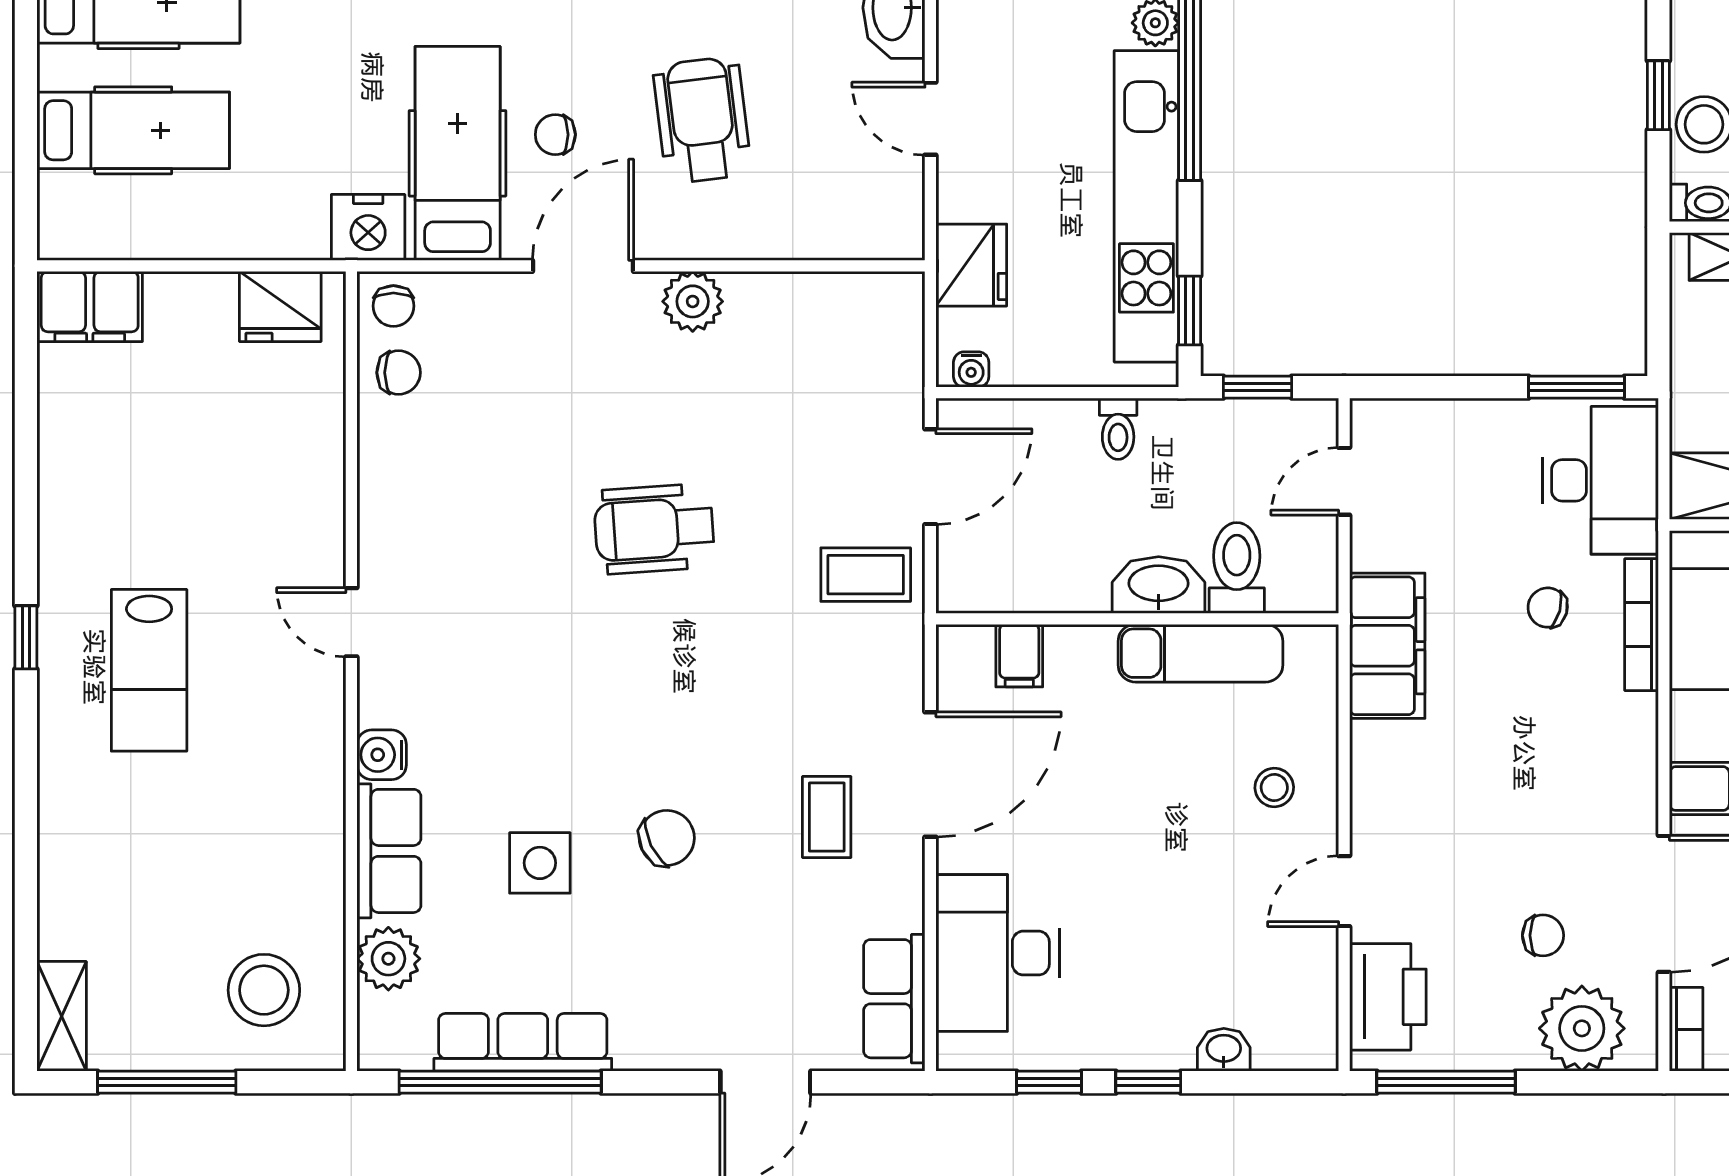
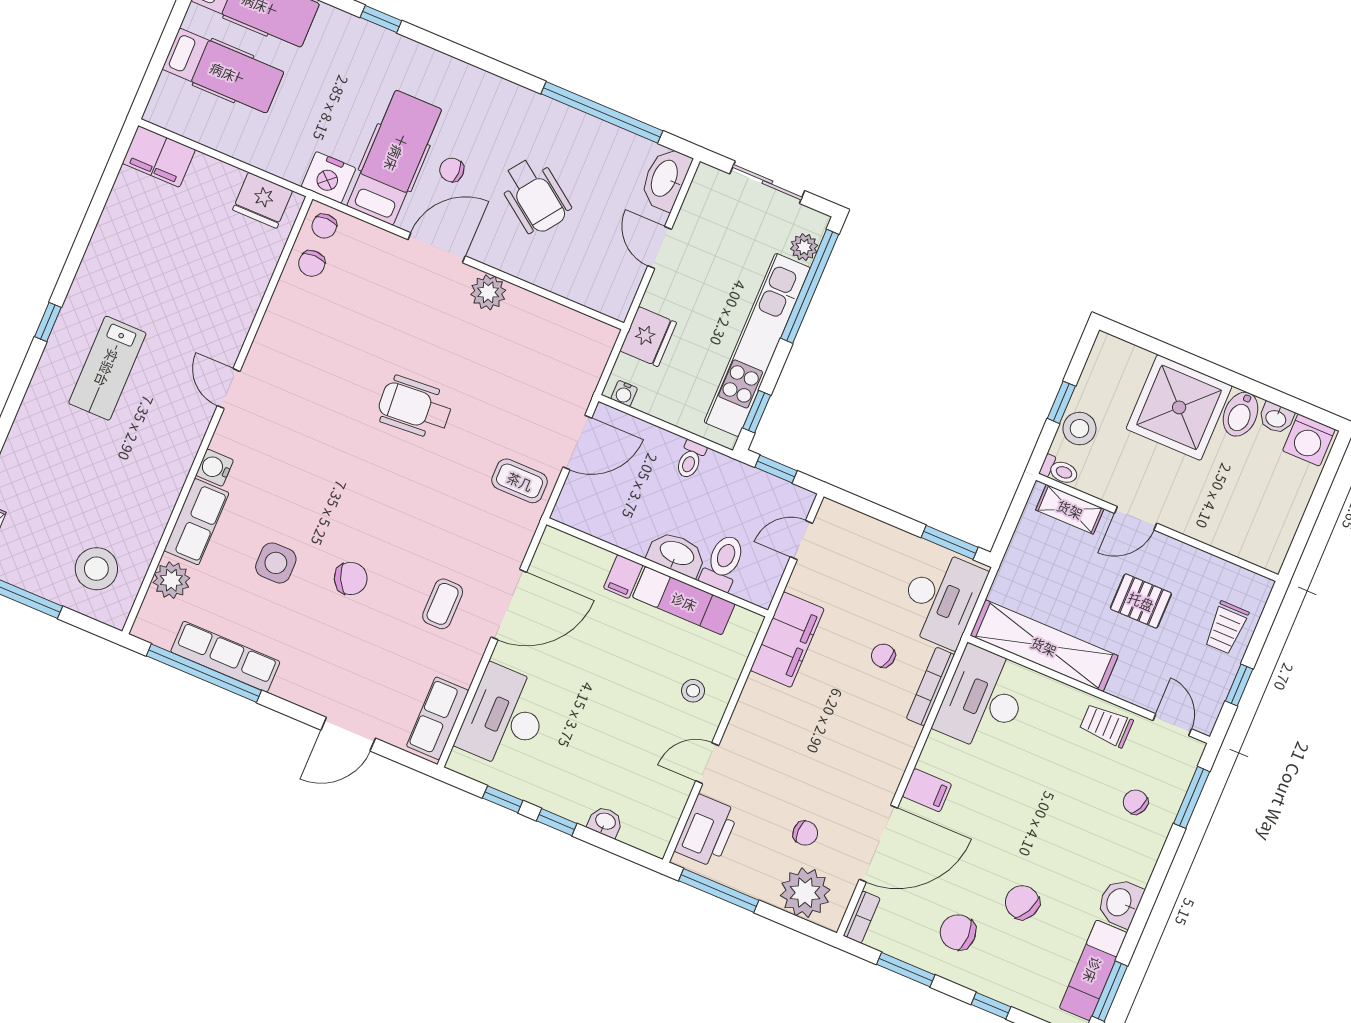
wheelchair: (702, 120) -> (535, 196), turned 133
chair: (399, 373) -> (312, 263), turned 90
filing cabinet: (1019, 656) -> (623, 577), moved

